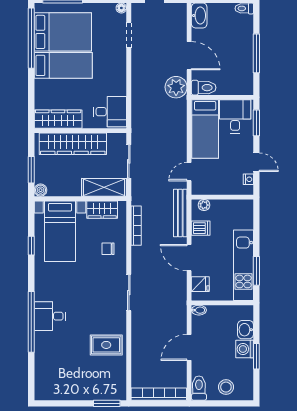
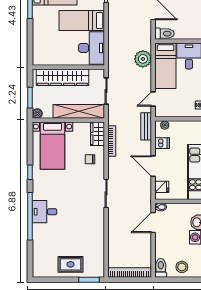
bed: (63, 65) -> (82, 20), moved, turned 180
plant: (176, 87) -> (143, 59), moved
desk: (110, 112) -> (91, 48), width x1.37
wardrobe: (58, 119) -> (51, 58), removed
shelving: (104, 187) -> (79, 111), width x1.47
wardrobe: (102, 210) -> (97, 134), moved, turned 90
bench: (180, 213) -> (146, 126), width x0.73
window: (31, 246) -> (30, 172), moved
rug: (106, 345) -> (71, 264), moved
door: (189, 347) -> (153, 222), moved

